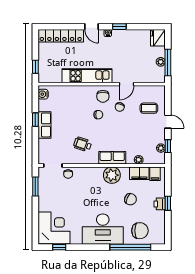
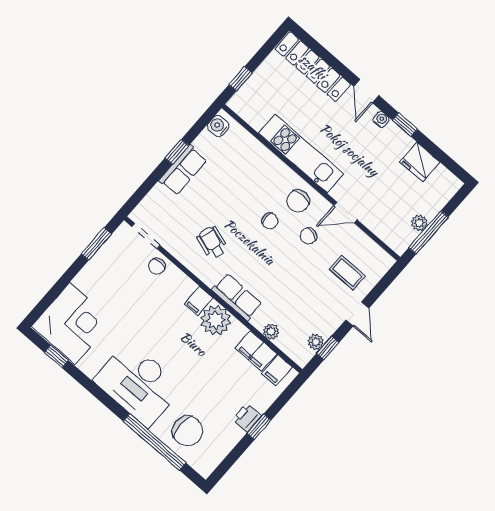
fridge: (158, 38) -> (420, 162), moved, turned -90
filing cabinet: (98, 173) -> (198, 301), added
chair: (130, 199) -> (212, 376), removed

